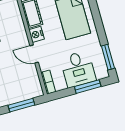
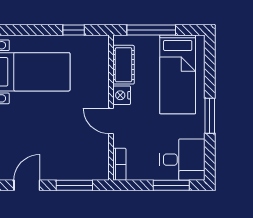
window: (108, 57) -> (210, 116), moved
desk: (78, 69) -> (182, 160), moved, turned -90

